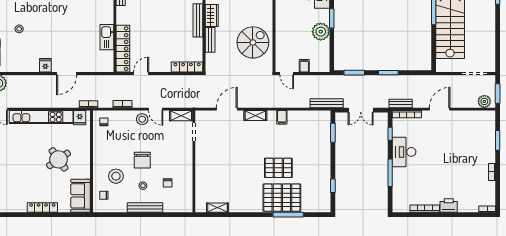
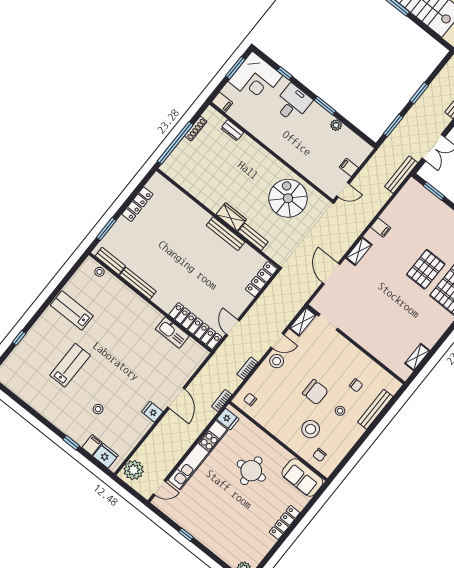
plant: (321, 32) -> (336, 125), width x0.53, depth x0.53
round table: (59, 159) -> (251, 471), turned 30
bench: (145, 208) -> (375, 409), moved

